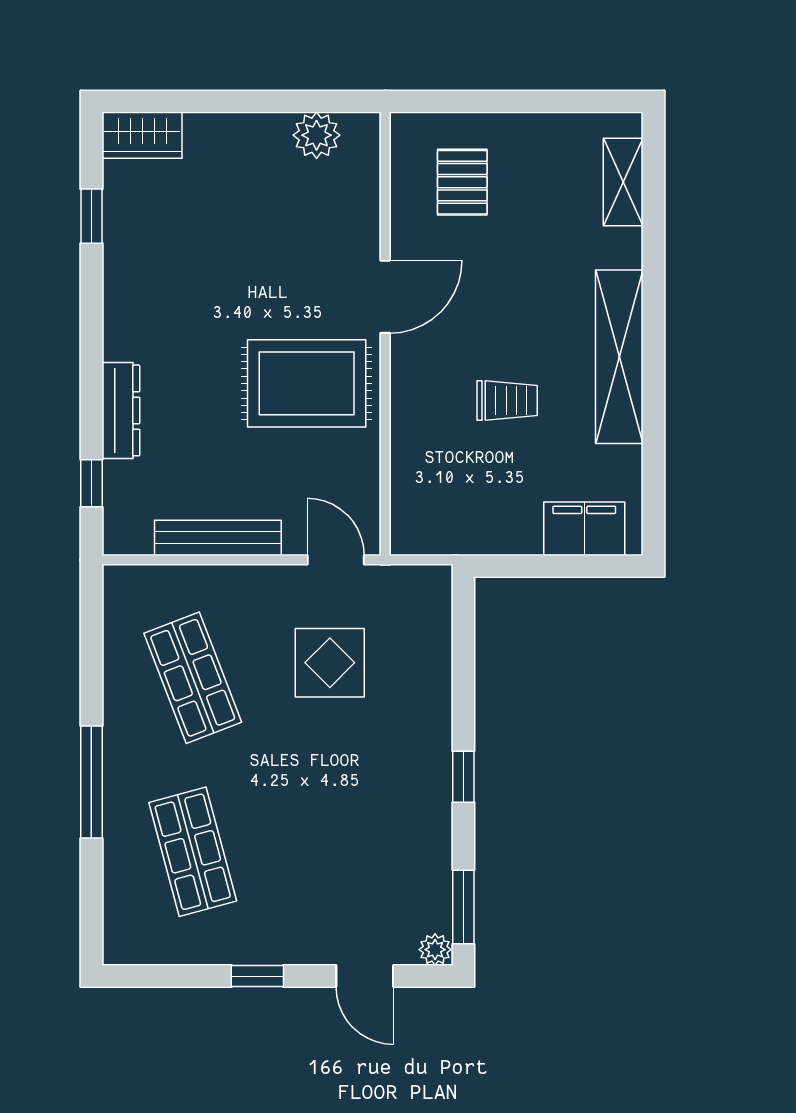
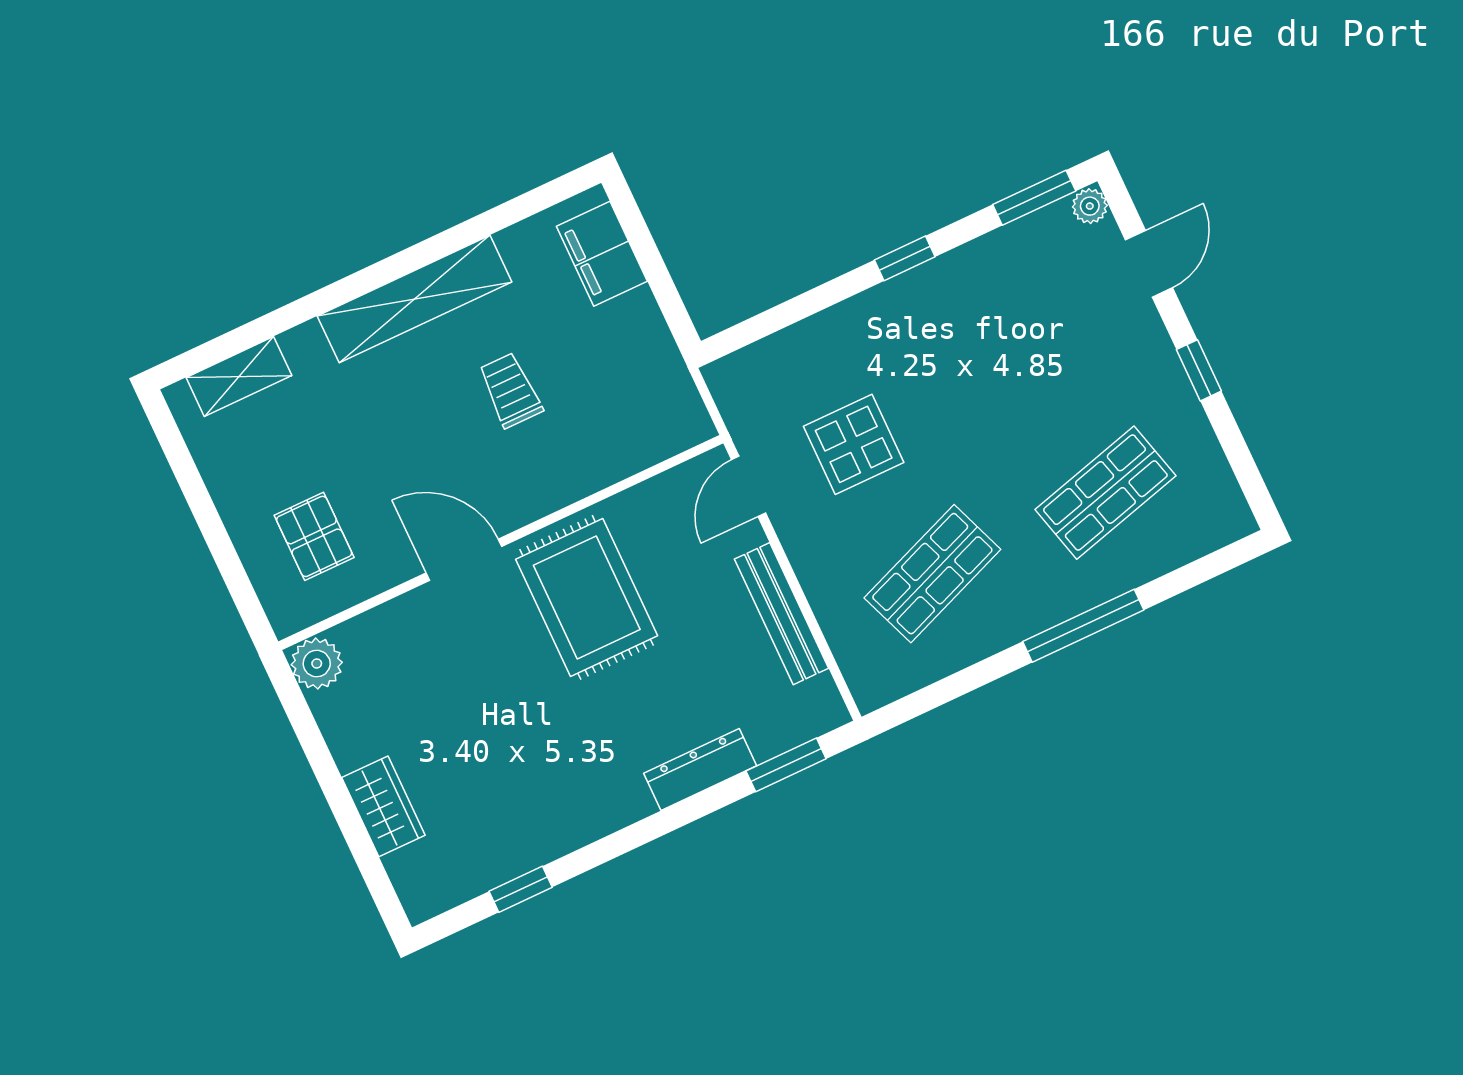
wardrobe: (142, 135) -> (383, 806), moved
plant: (317, 135) -> (317, 664), moved
pallet: (462, 182) -> (314, 536), turned 90
window: (91, 483) -> (786, 765), width x1.50

